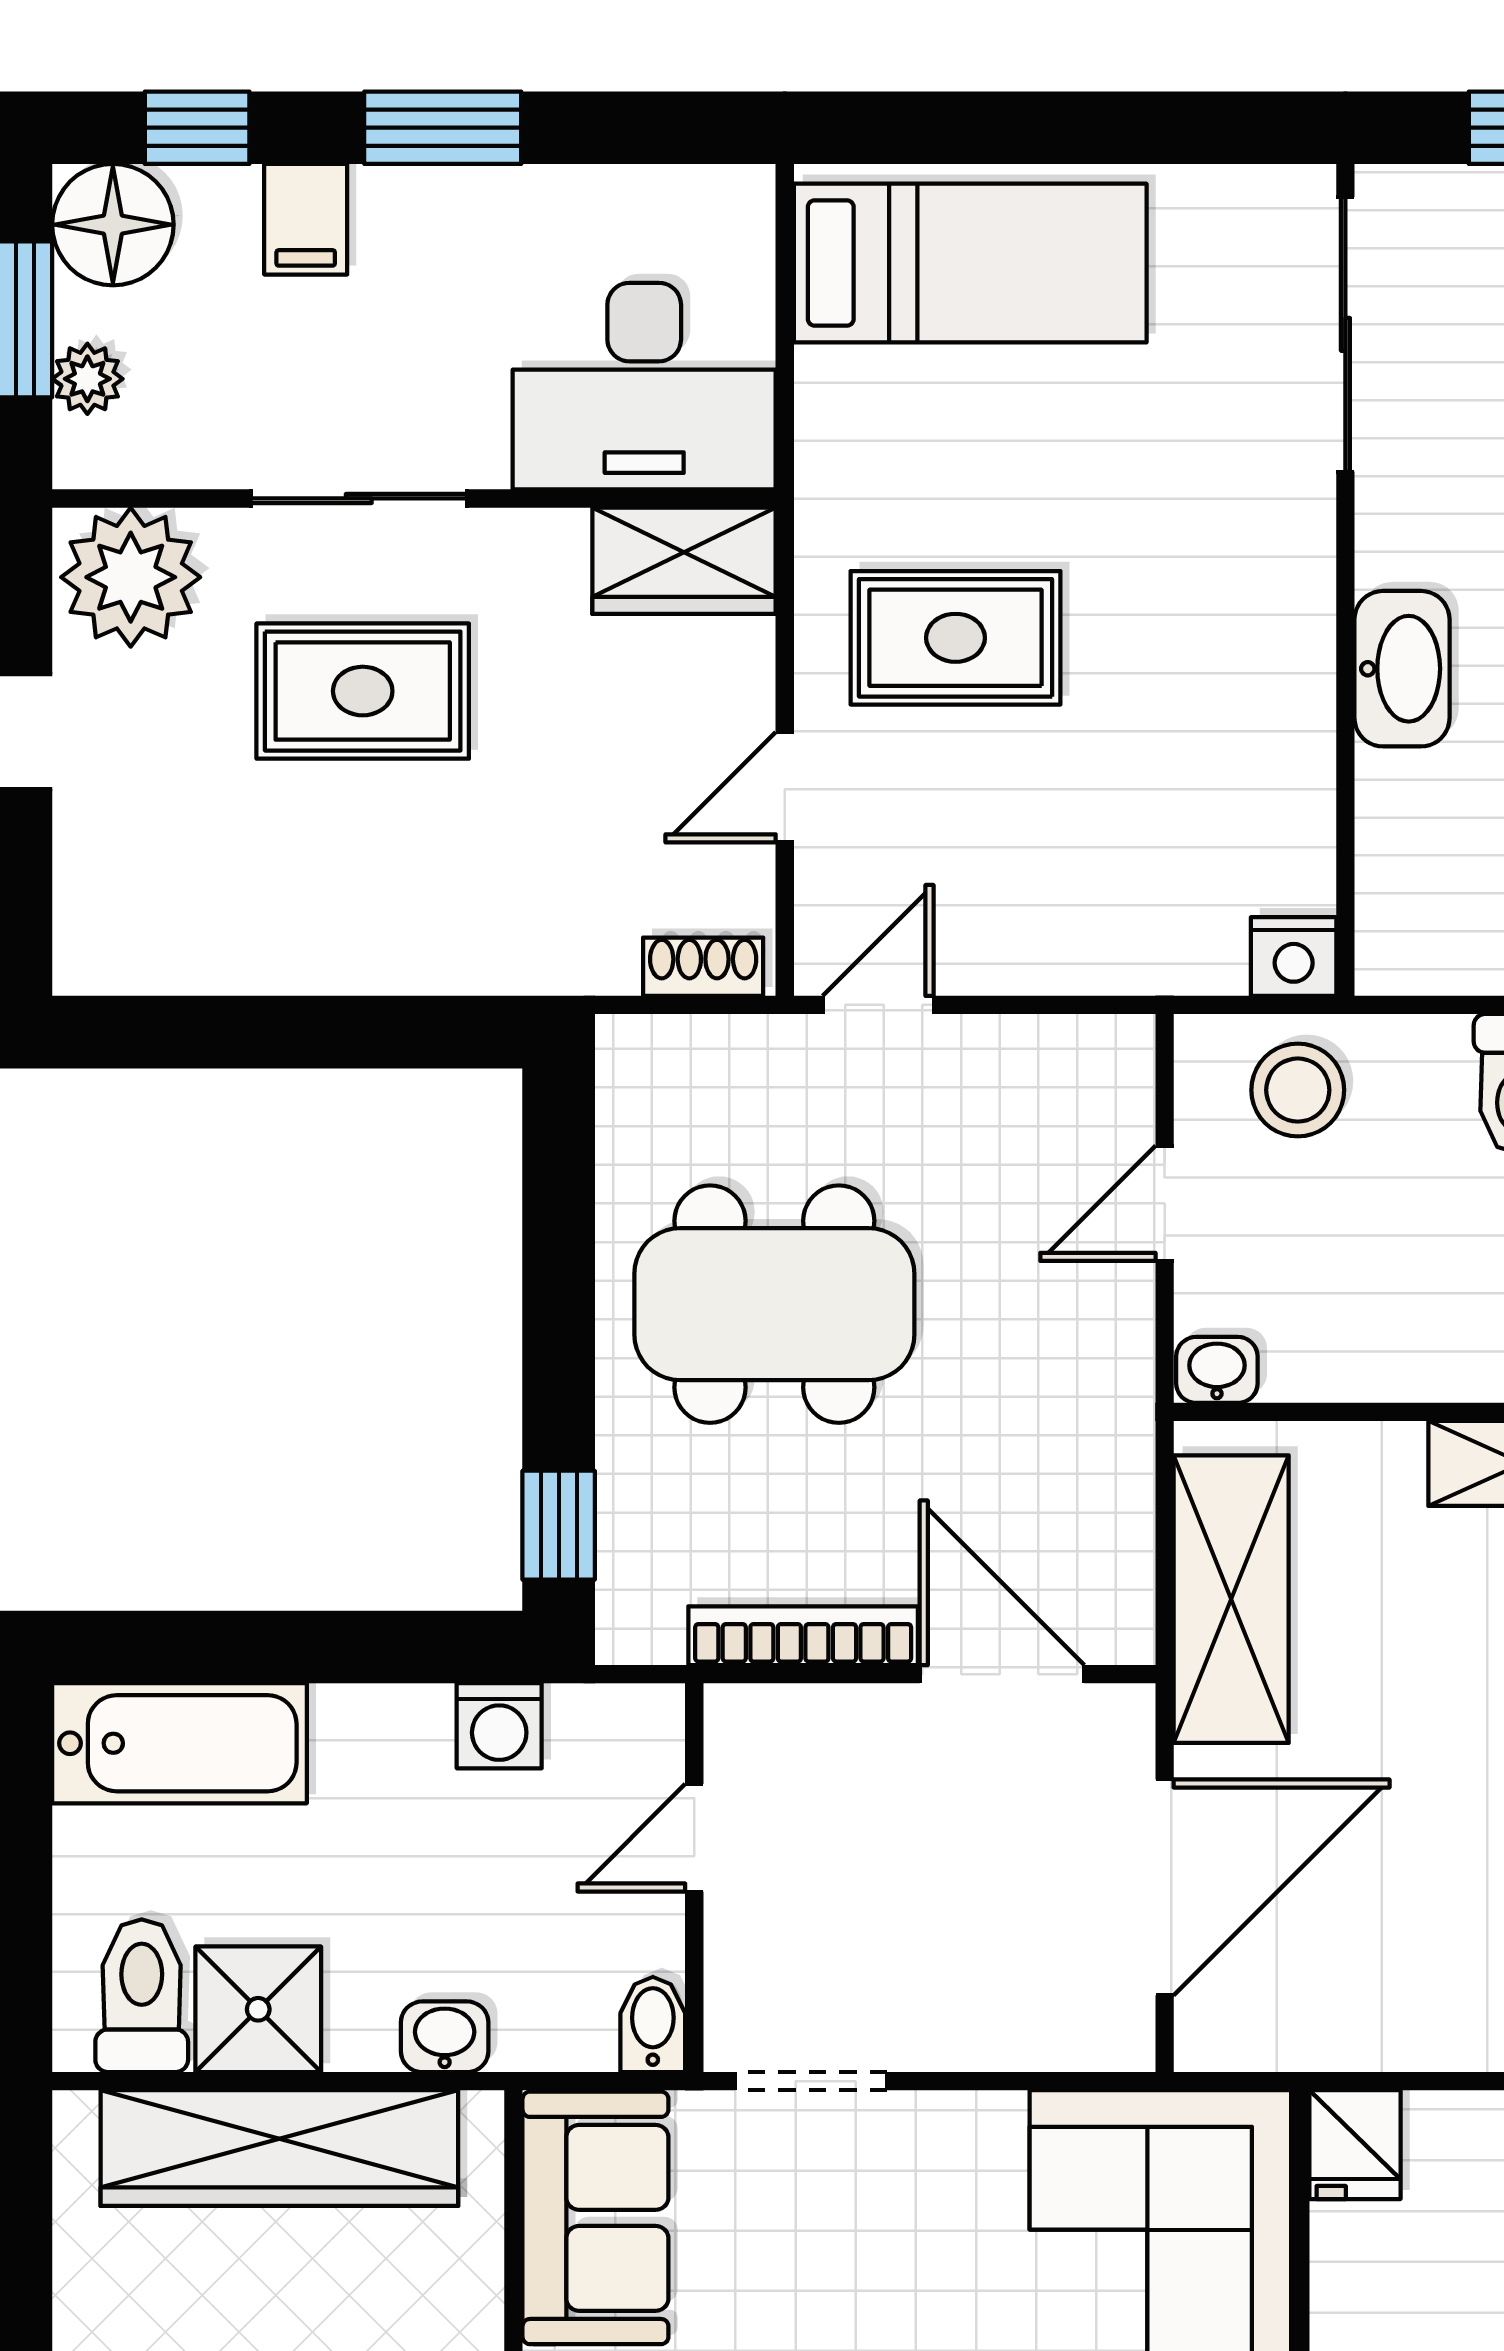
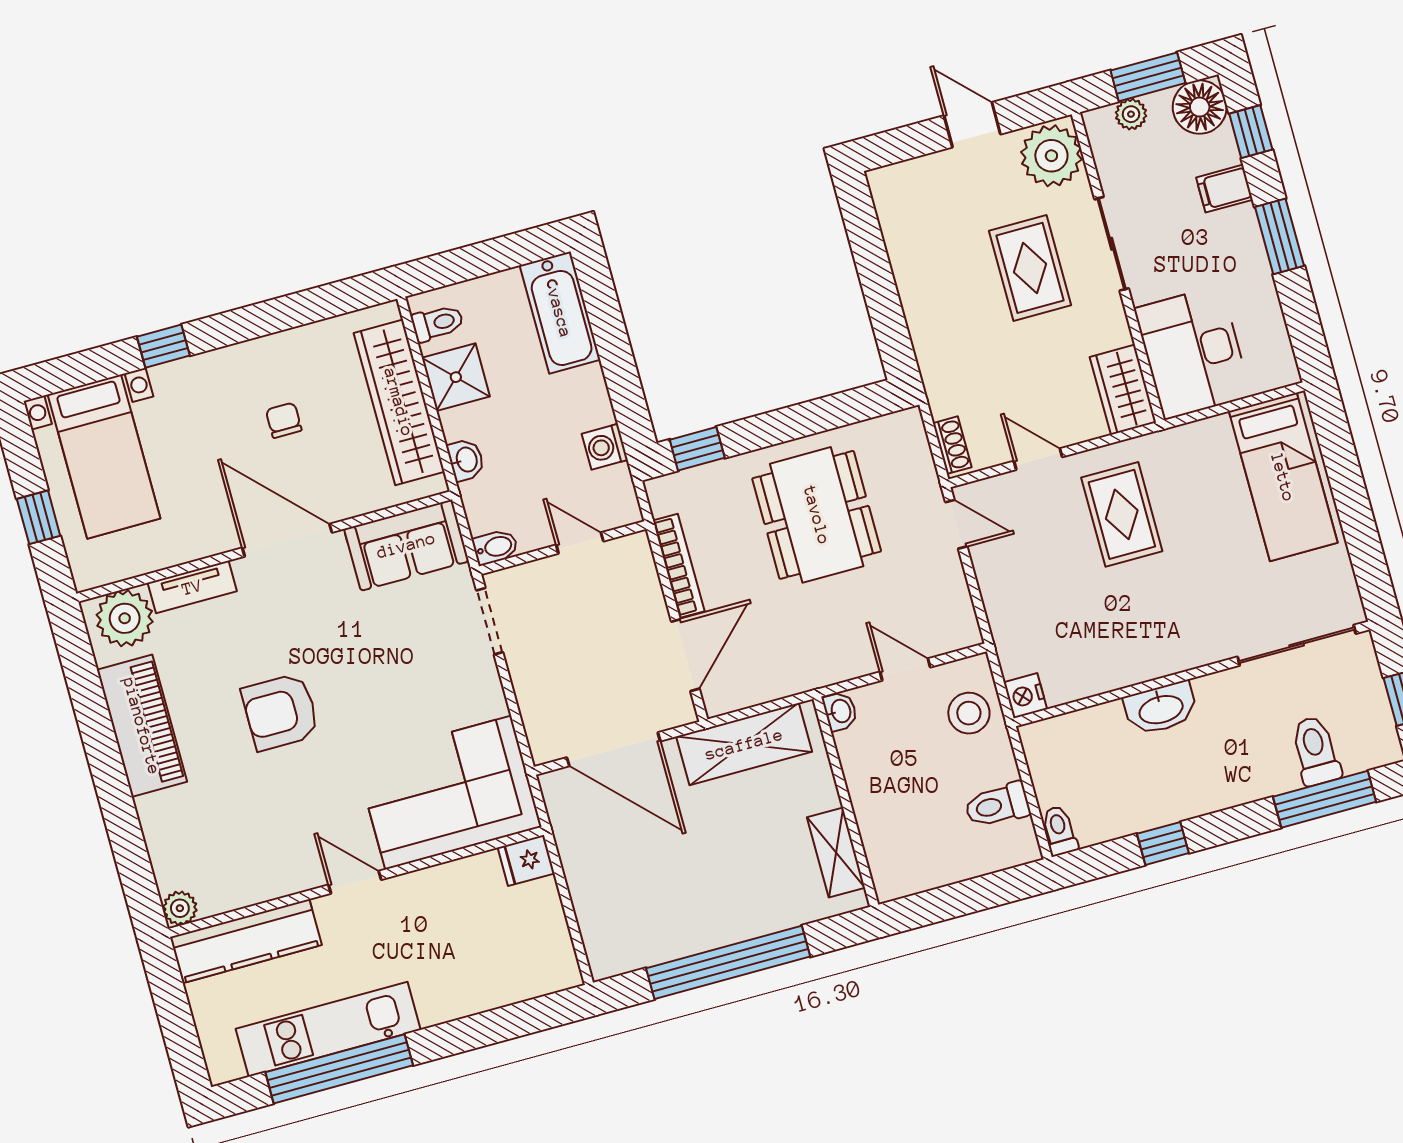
toilet: (142, 1996) -> (437, 323), width x0.73, depth x0.72

